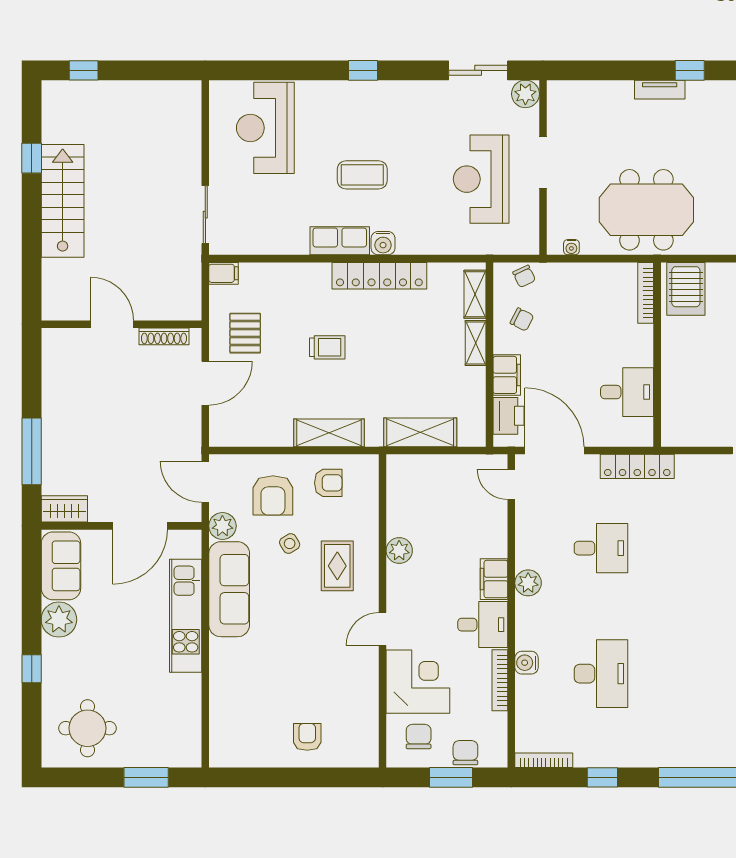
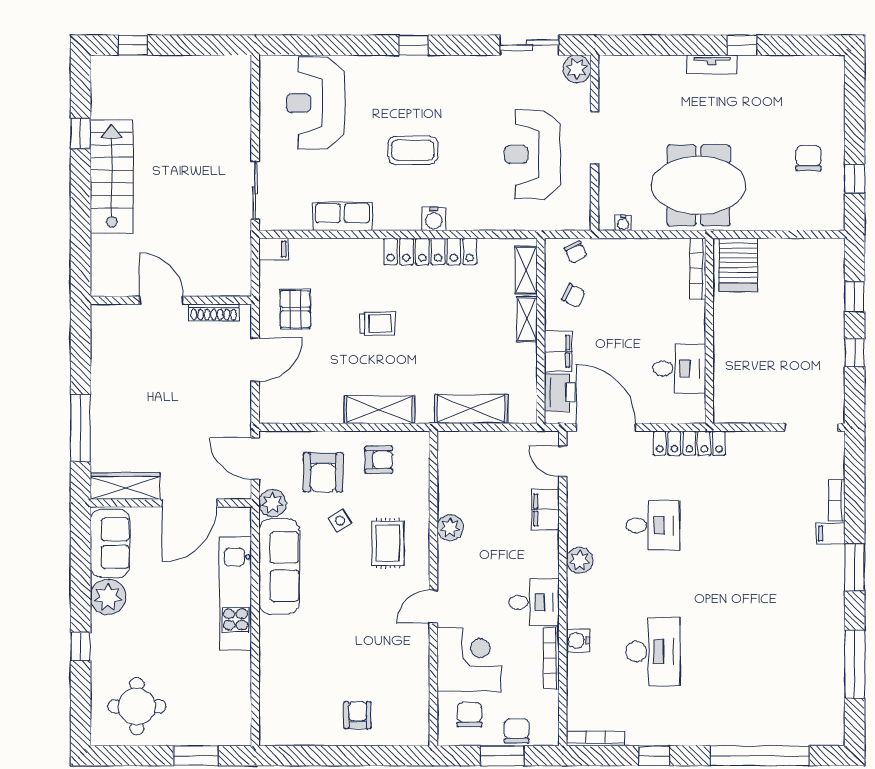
row of seats: (340, 241) -> (342, 217), moved
wardrobe: (64, 509) -> (125, 486), width x1.50
filing cabinet: (494, 579) -> (545, 510), moved

